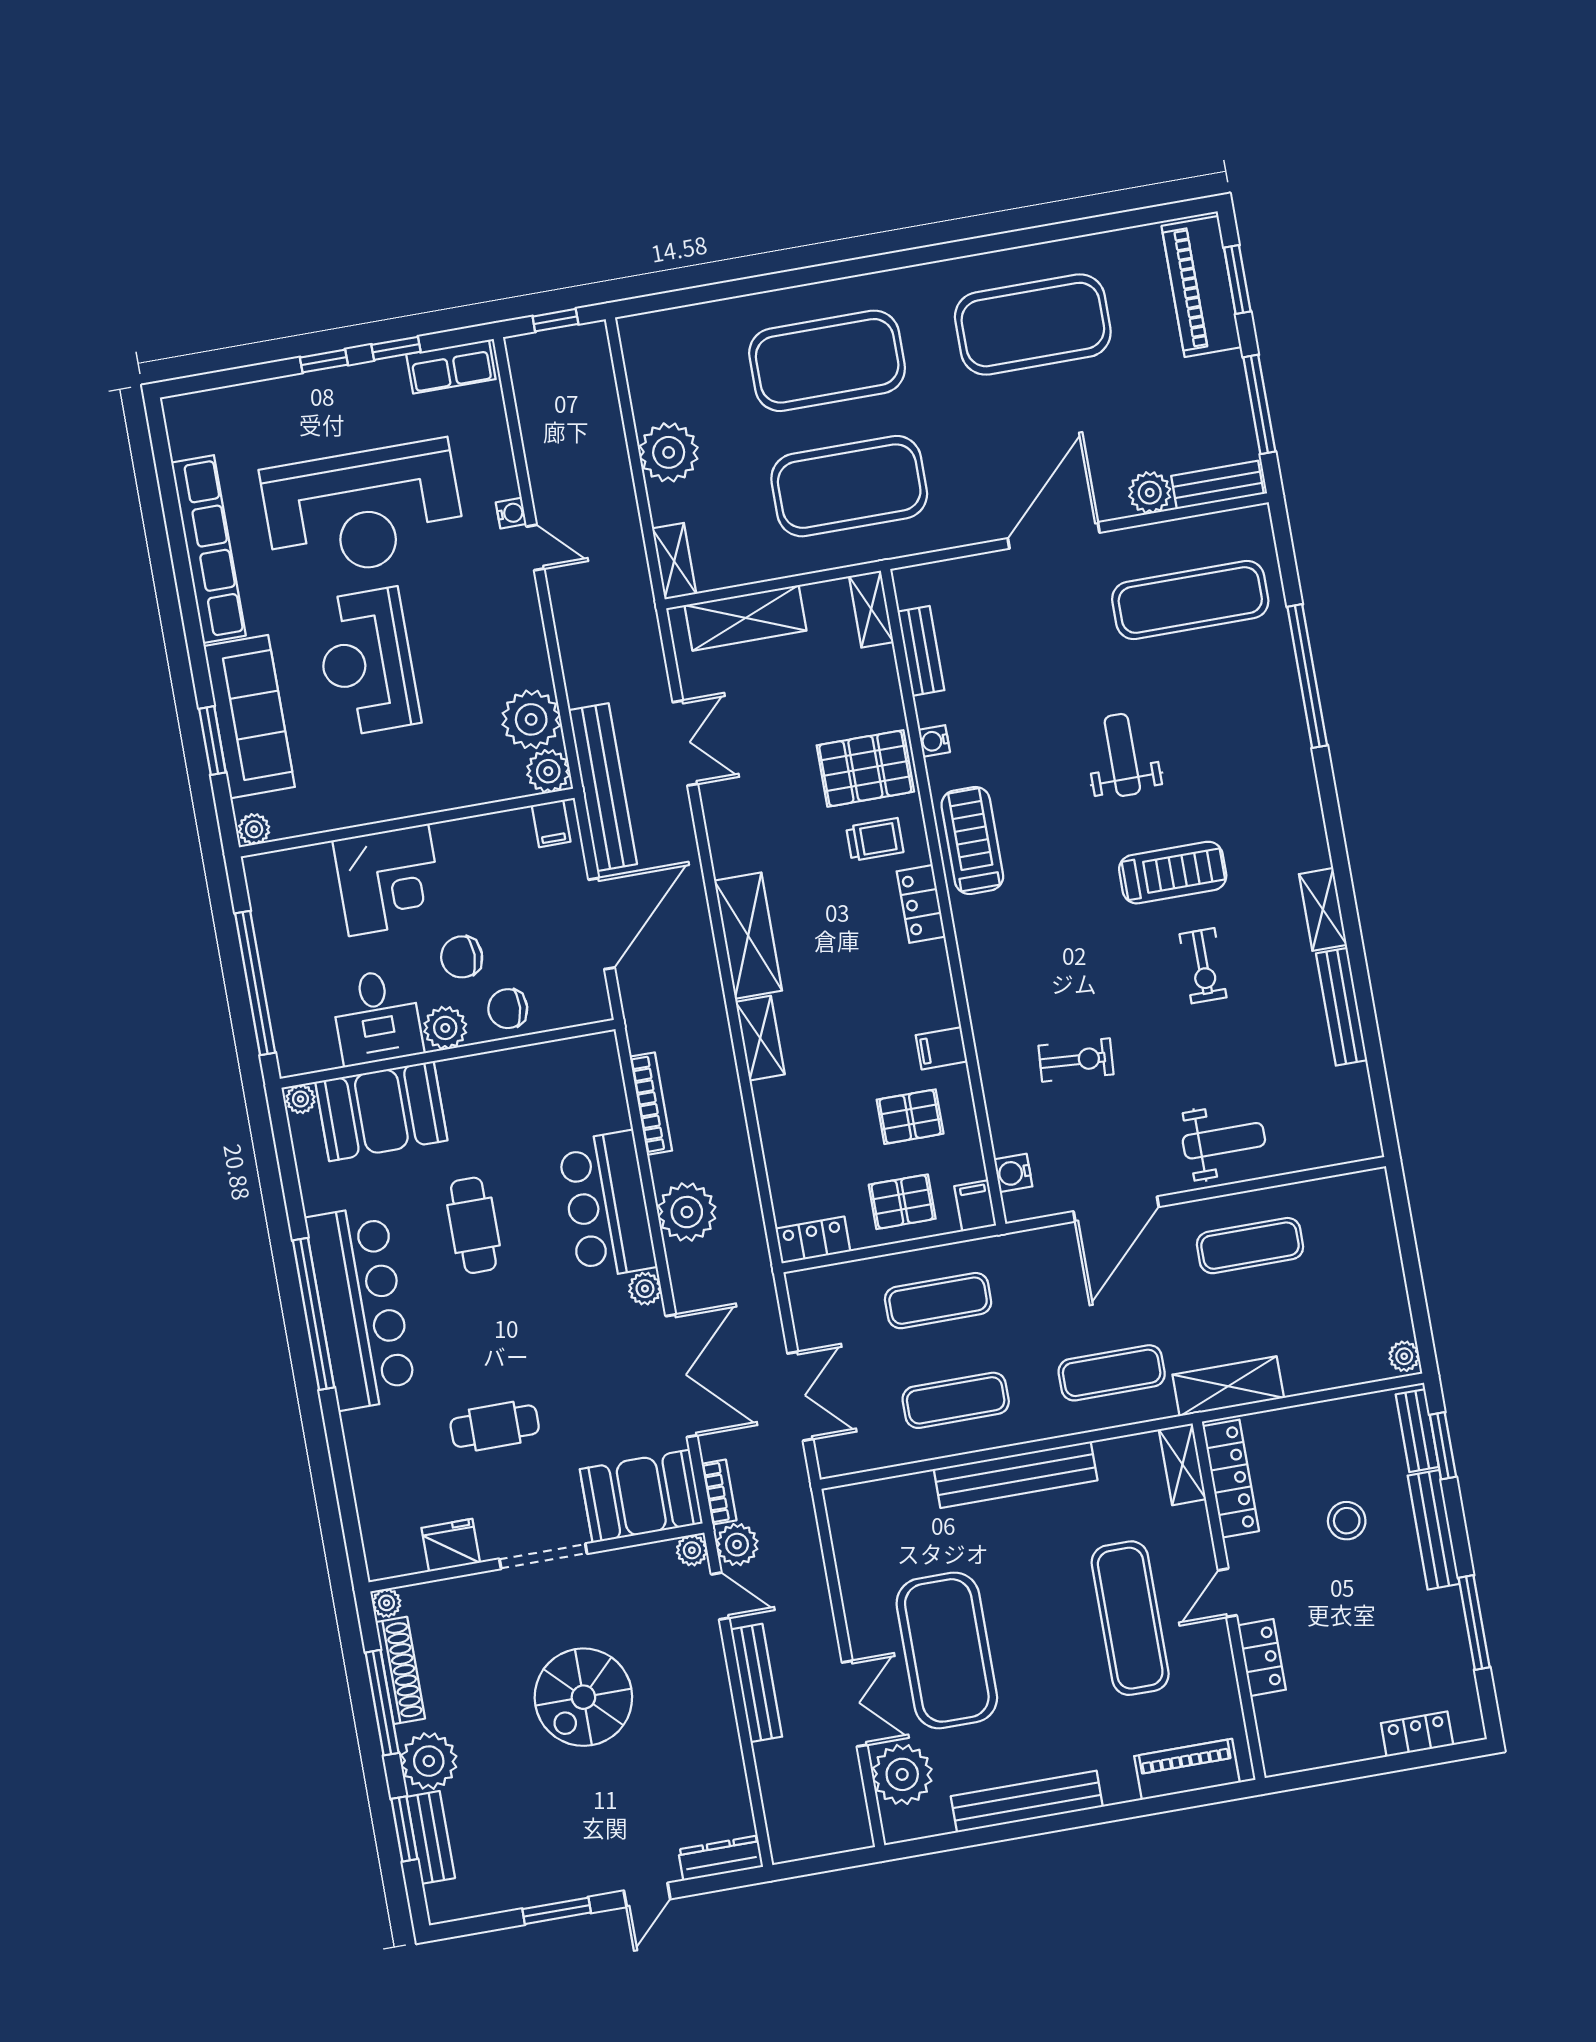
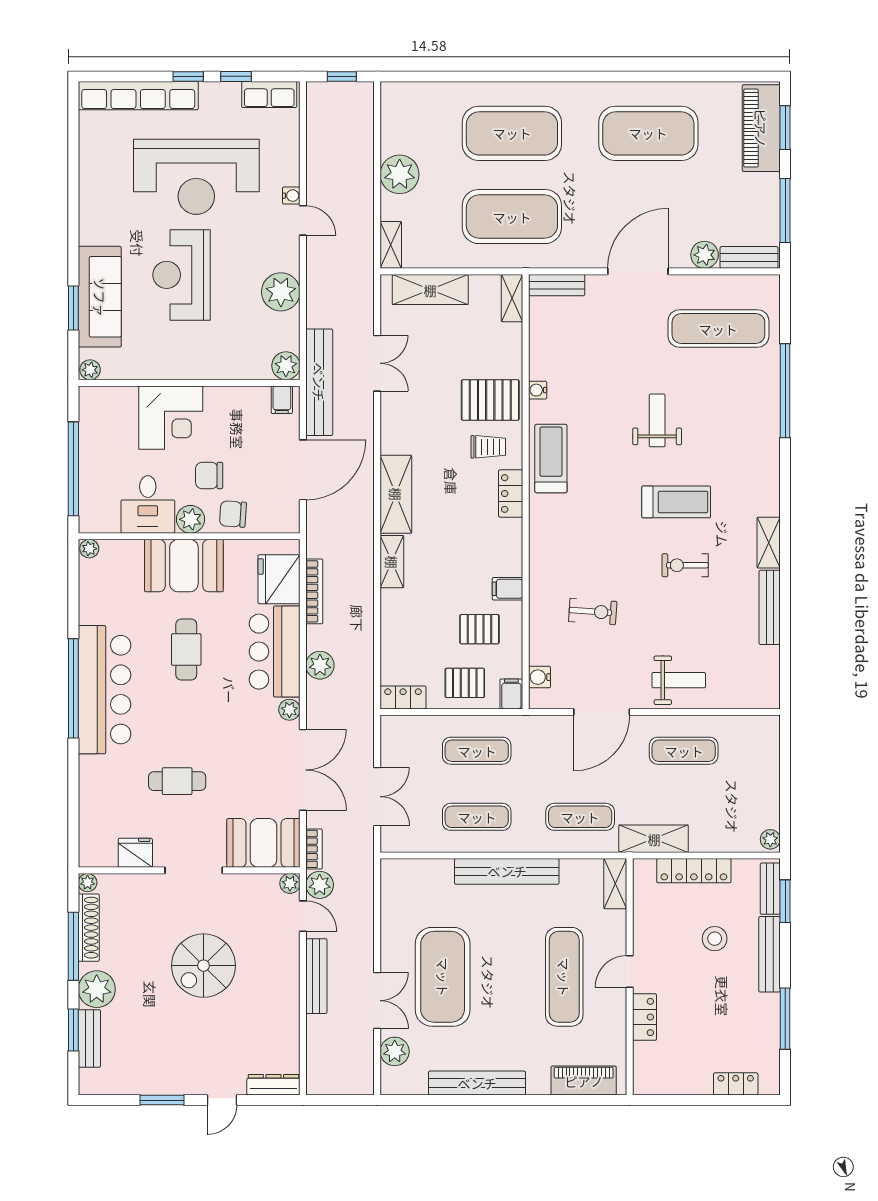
row of seats: (208, 549) -> (138, 96), moved, turned 90
bench: (921, 651) -> (557, 285), moved, turned 90
plant: (531, 719) -> (281, 292), moved
exercise bike: (1203, 966) -> (685, 565), turned 90
fridge: (595, 1095) -> (279, 579), added
booth: (381, 1111) -> (184, 566), moved
plant: (687, 1212) -> (320, 665), width x0.73, depth x0.73
locker: (1231, 1479) -> (694, 871), moved, turned 90
plant: (902, 1774) -> (395, 1051), width x0.73, depth x0.73

